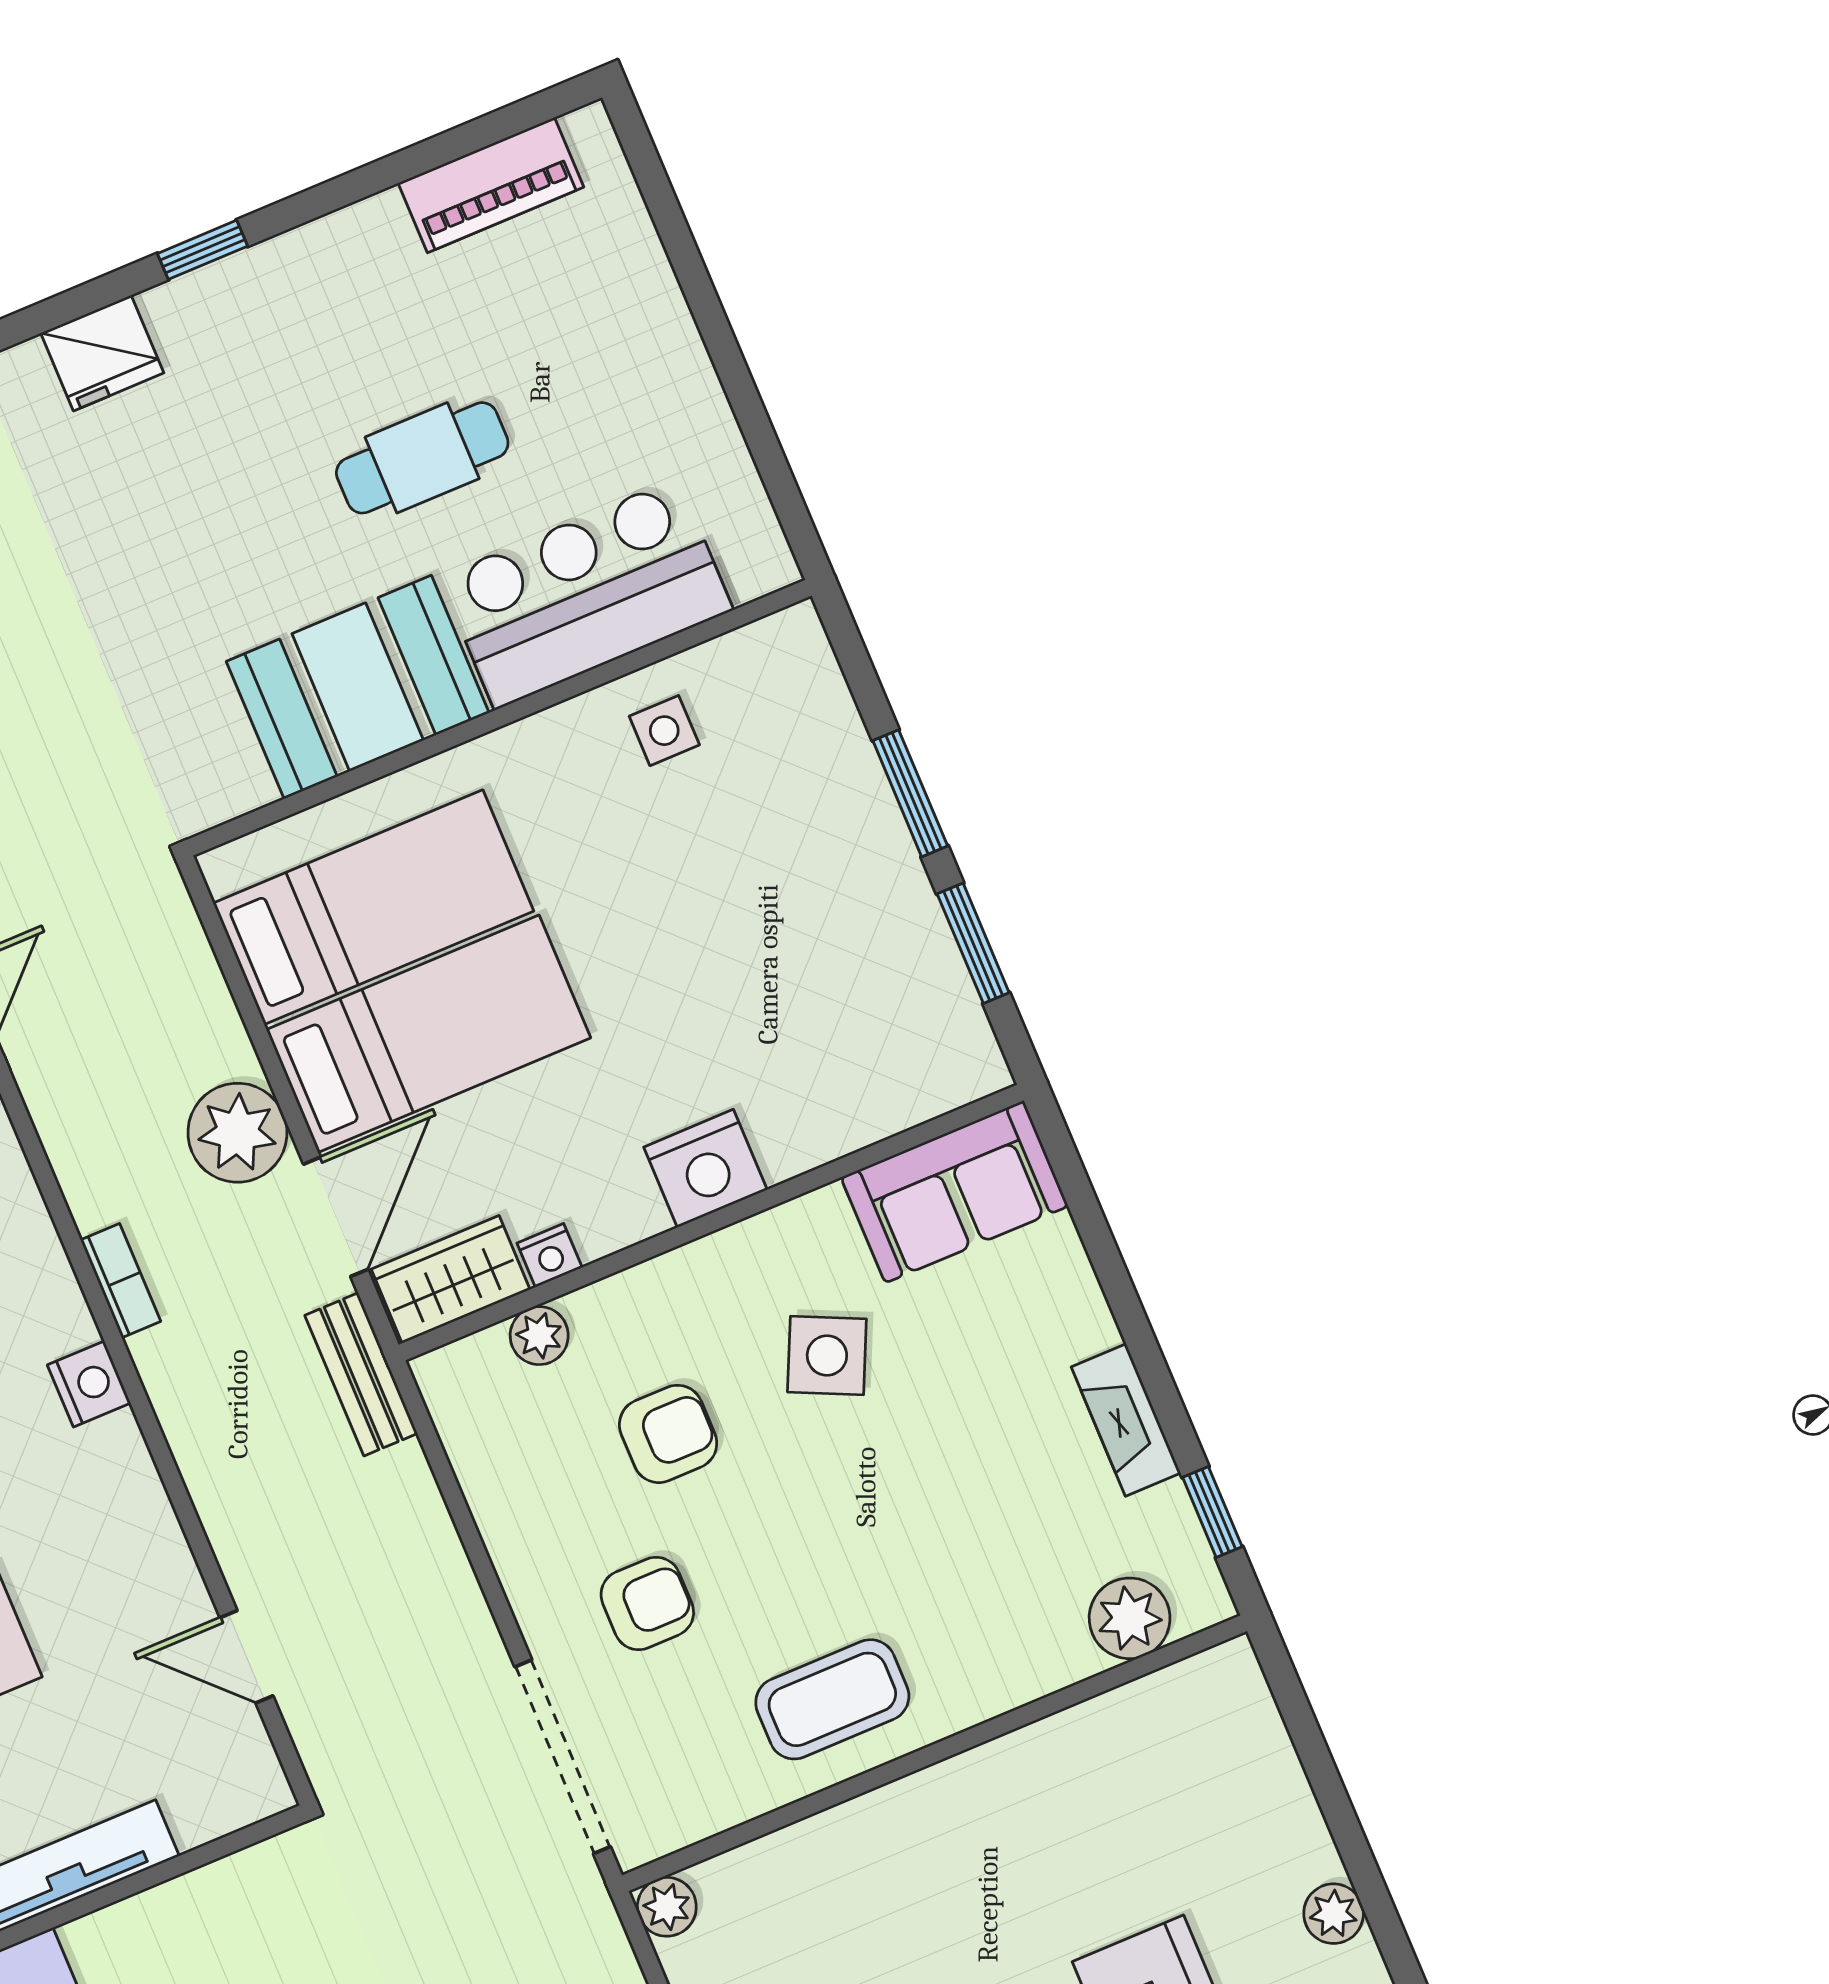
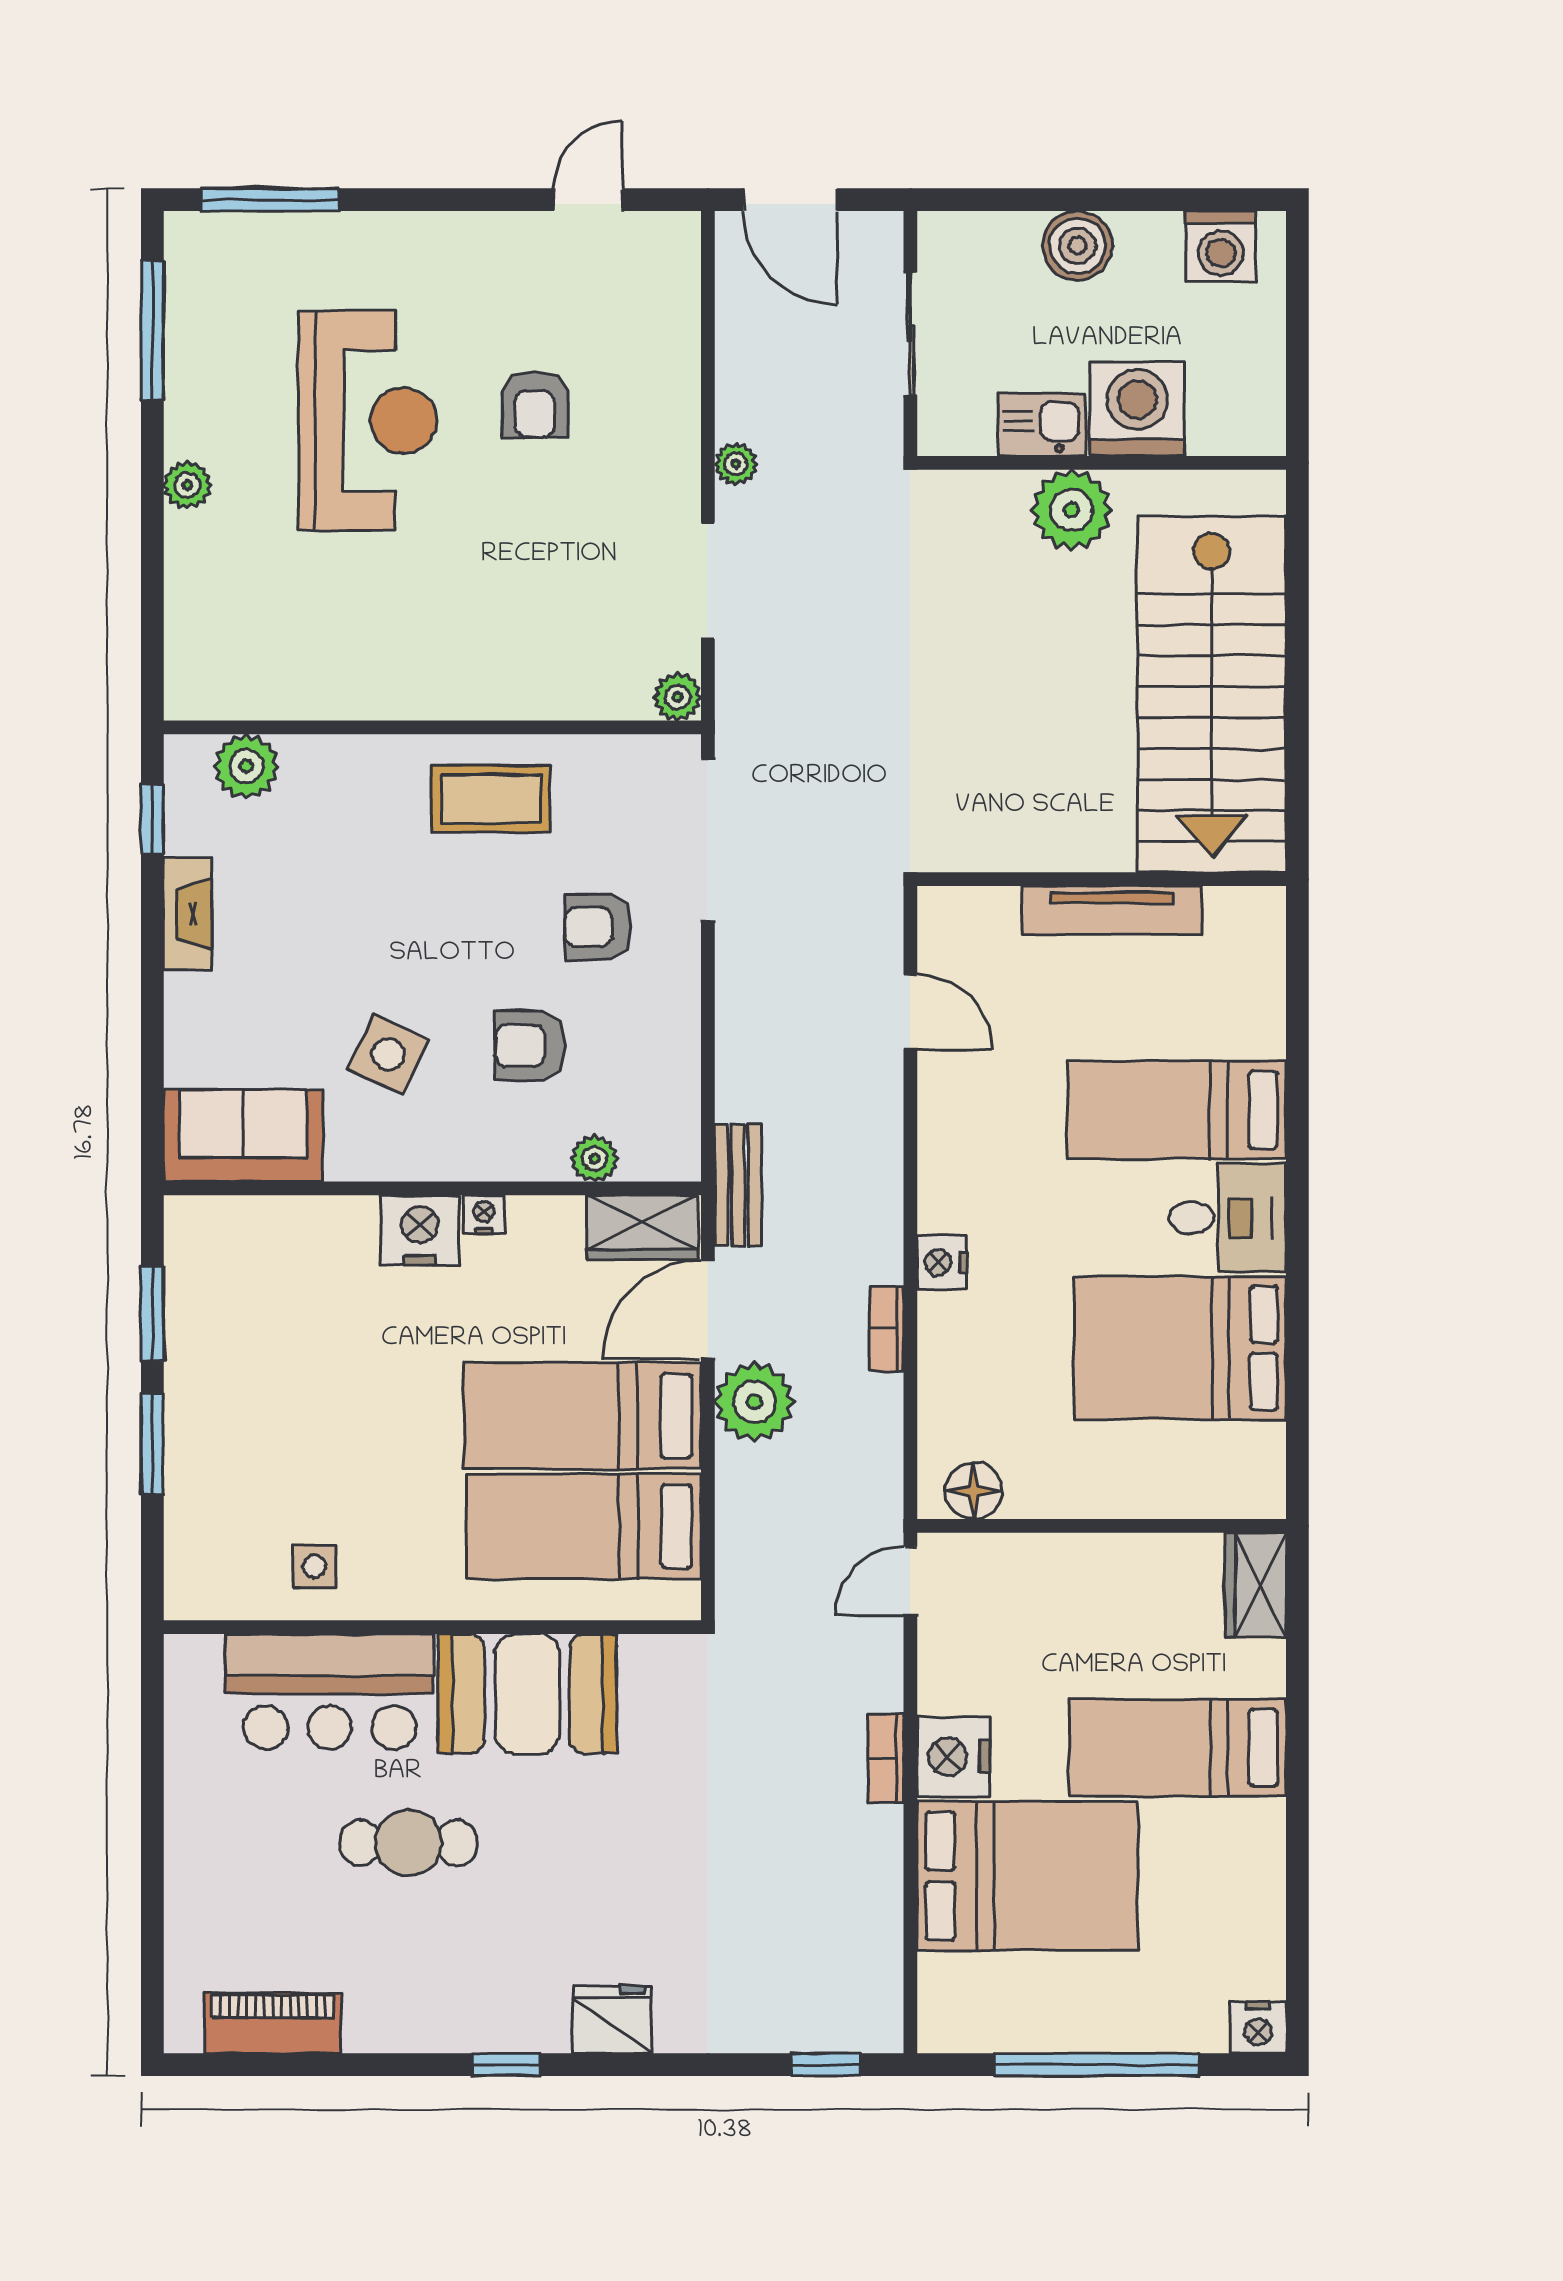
nightstand: (550, 1255) -> (484, 1214), moved

